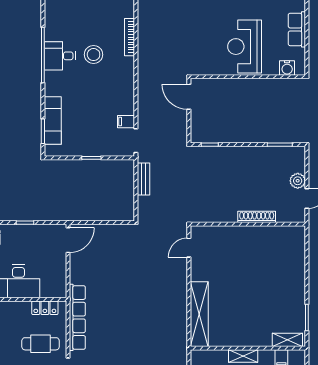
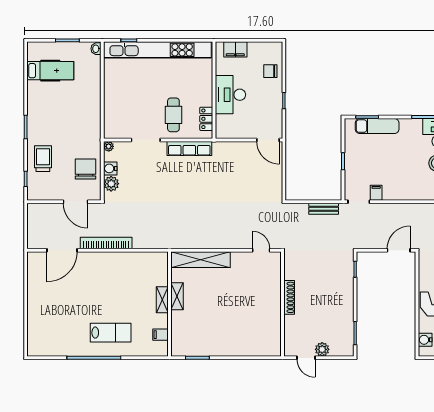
shoe rack: (257, 217) -> (289, 297), moved
row of seats: (77, 317) -> (189, 148), width x0.73
shelving: (287, 340) -> (177, 296), moved

